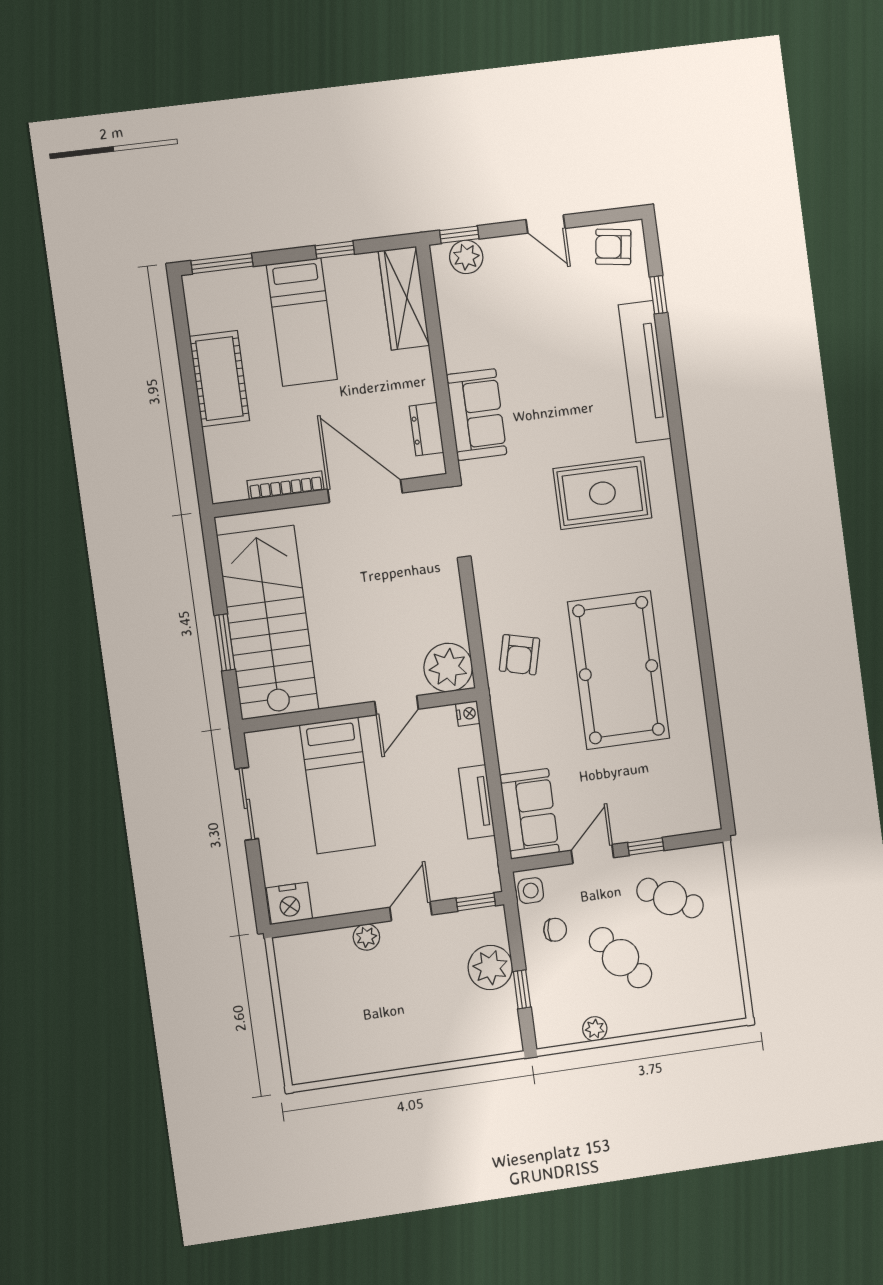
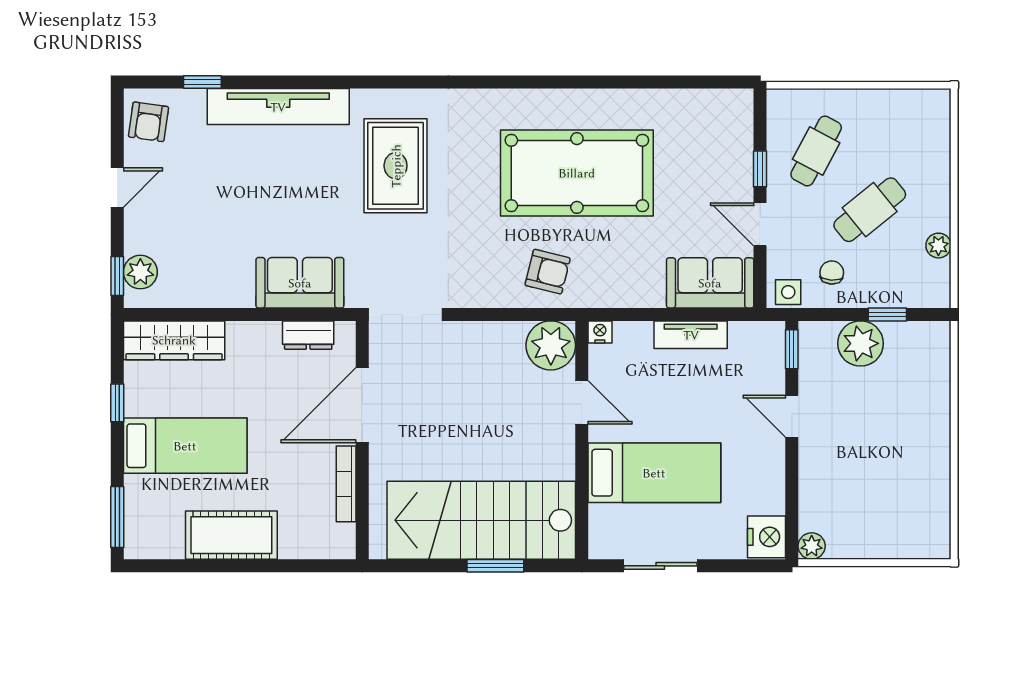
plant: (366, 937) -> (812, 546), moved

